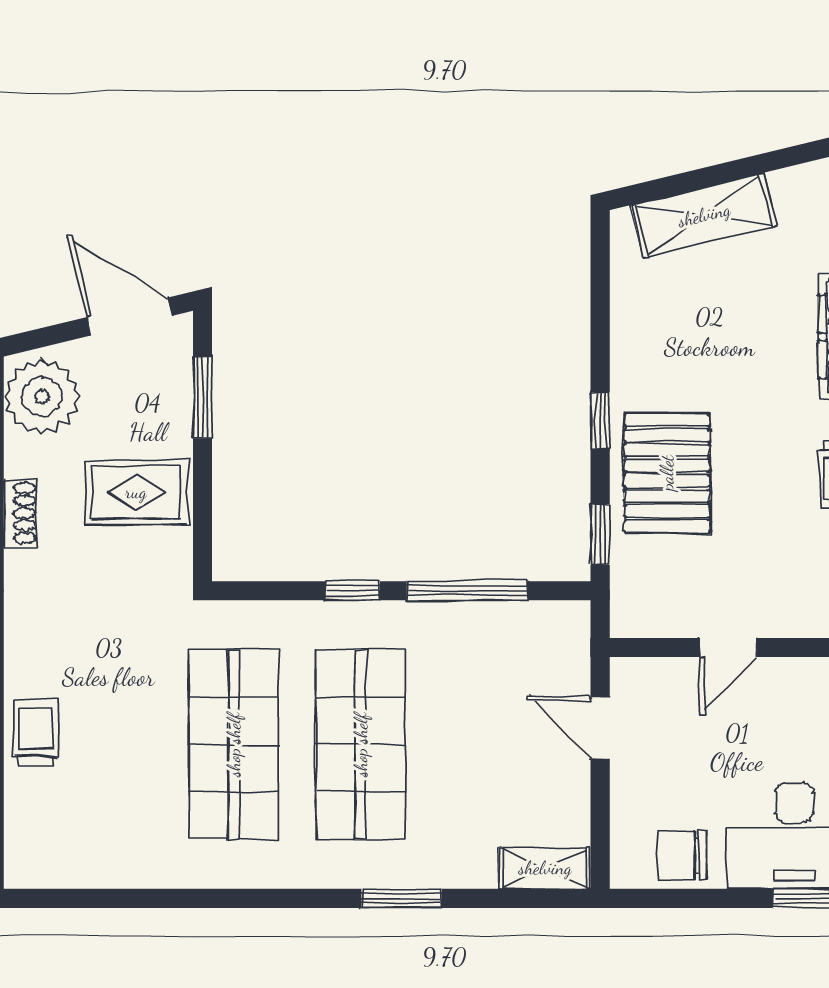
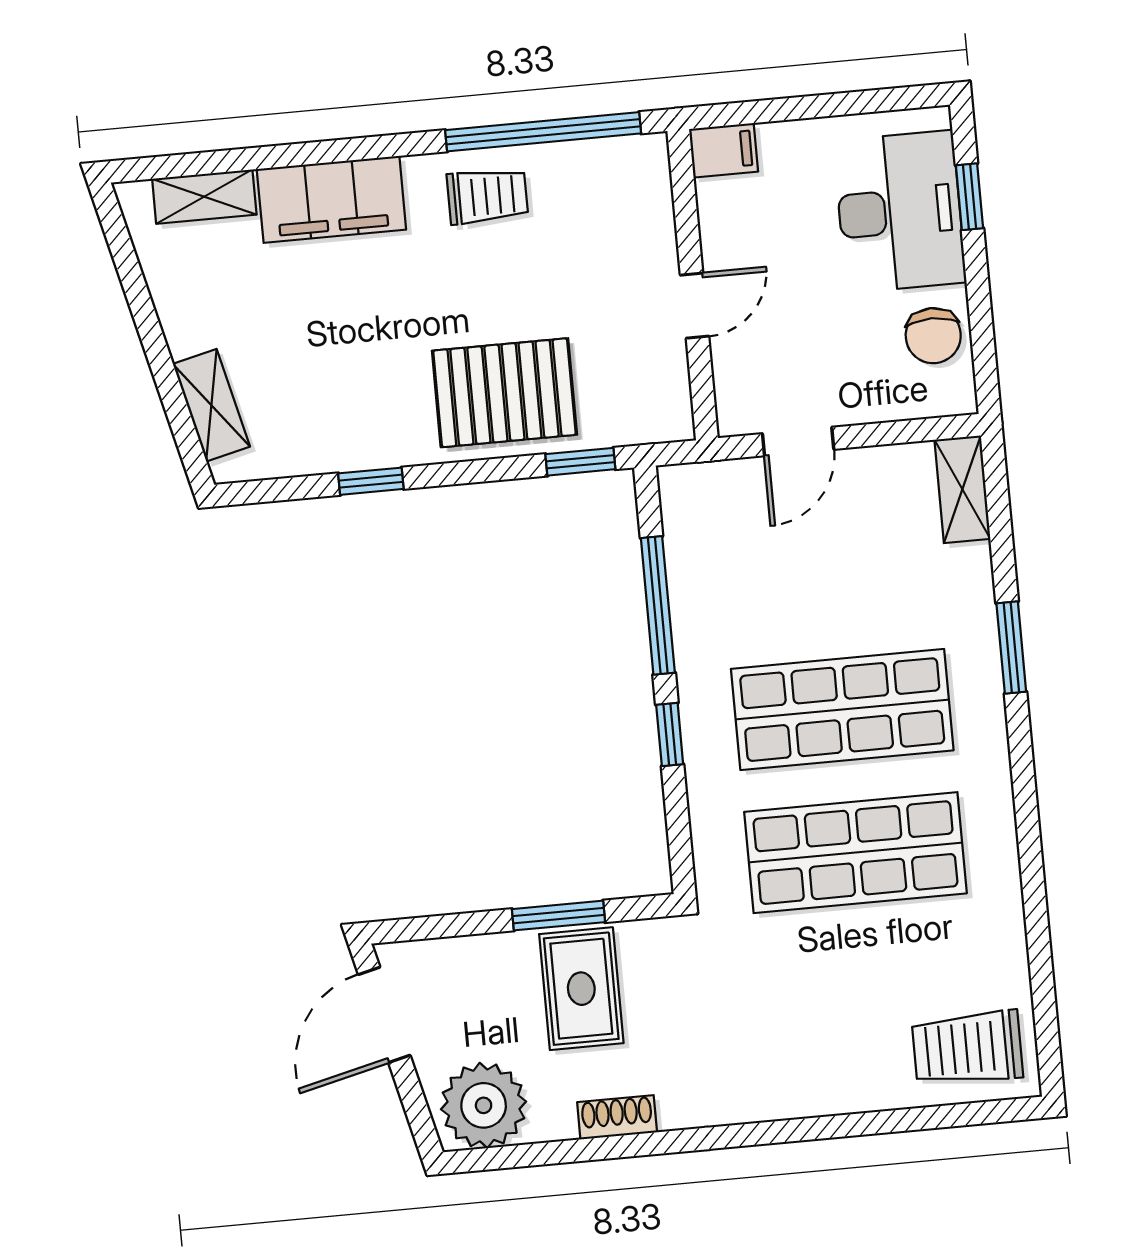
shelving: (704, 215) -> (211, 405), width x0.67, depth x0.75
window: (203, 398) -> (559, 916), moved
window: (600, 421) -> (371, 481), moved
door: (728, 648) -> (695, 306), hinge flipped
trolley: (36, 732) -> (967, 1048), moved, width x1.36, depth x1.39

